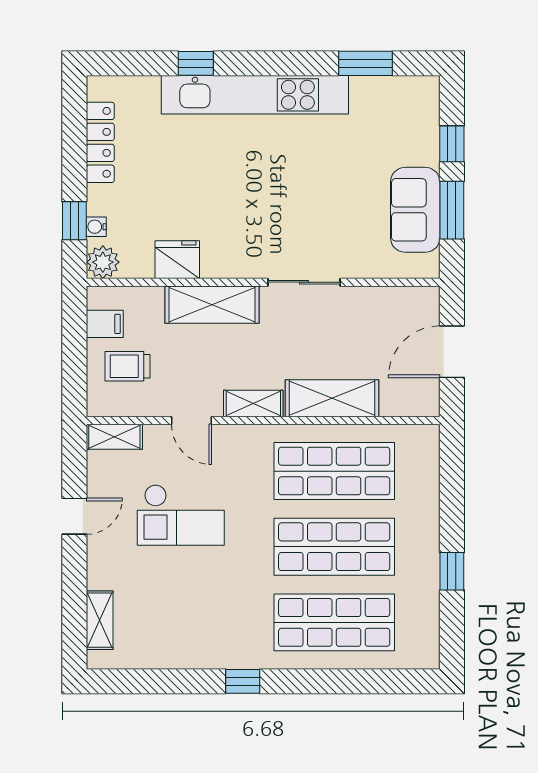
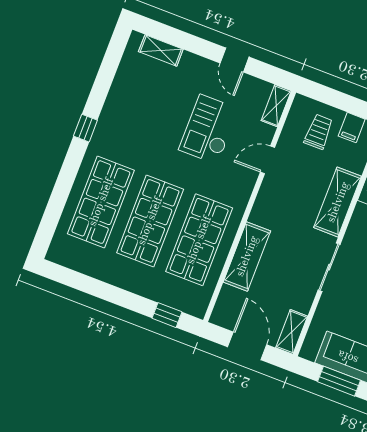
shelving: (253, 404) -> (292, 332), moved
window: (452, 571) -> (167, 315), moved

